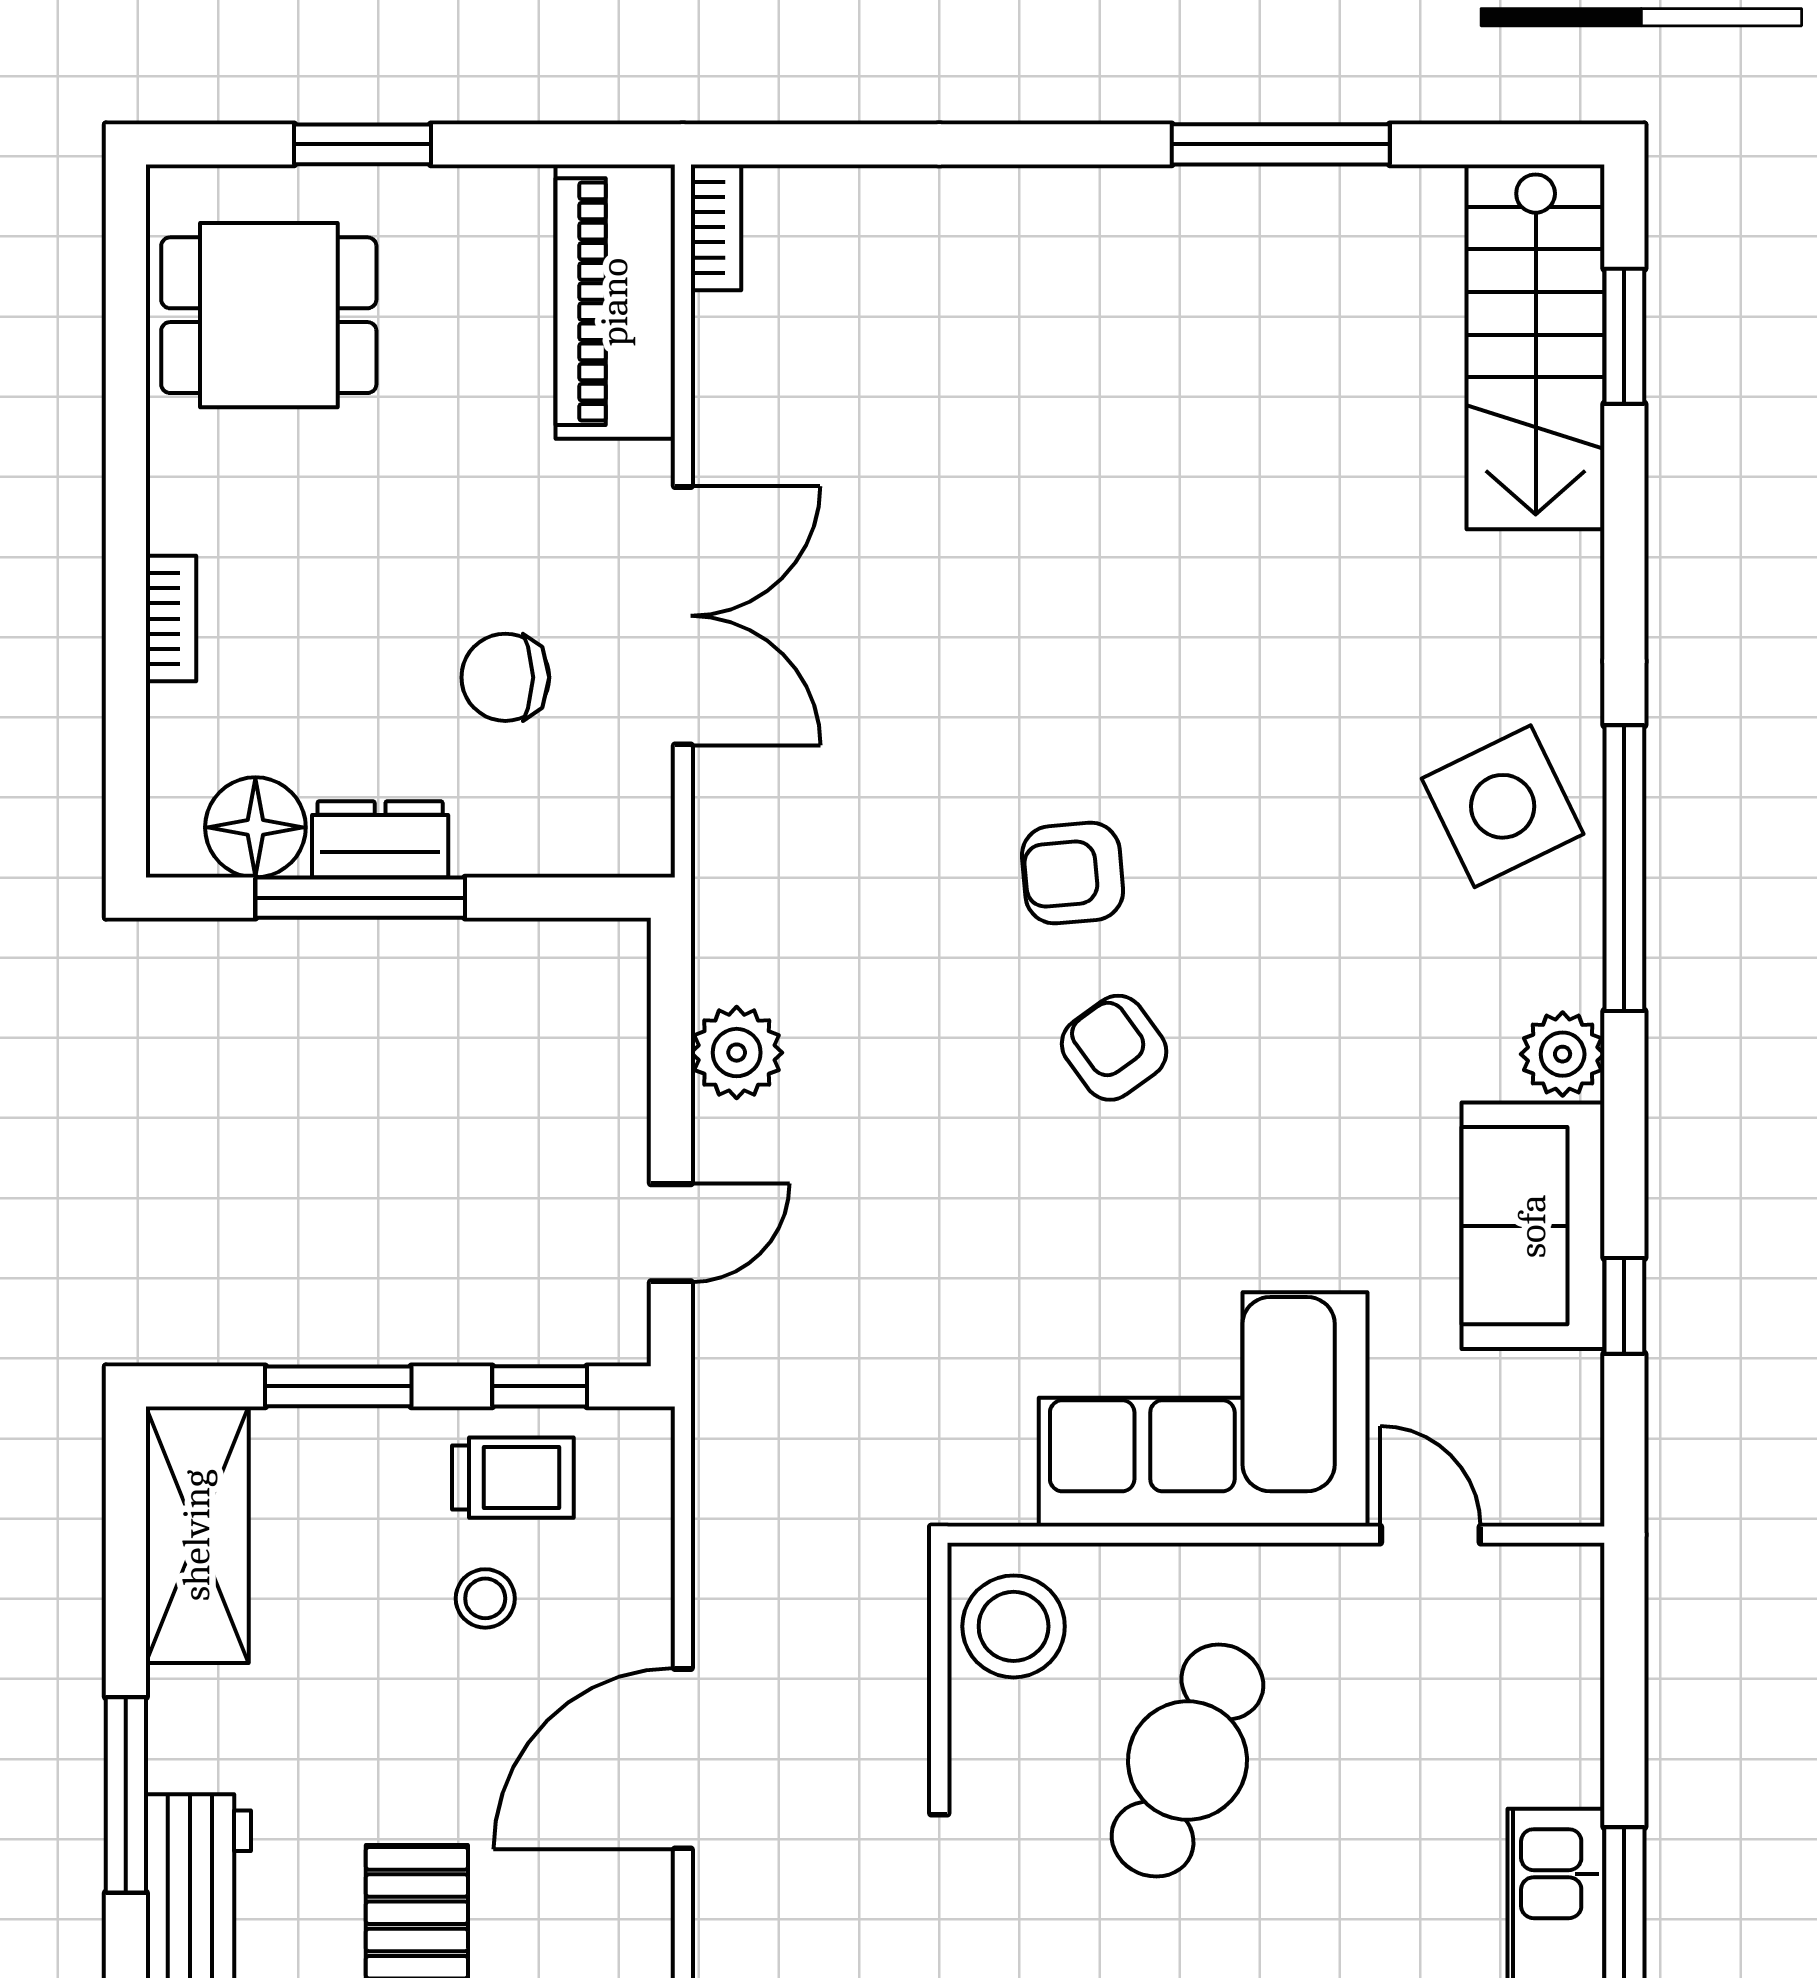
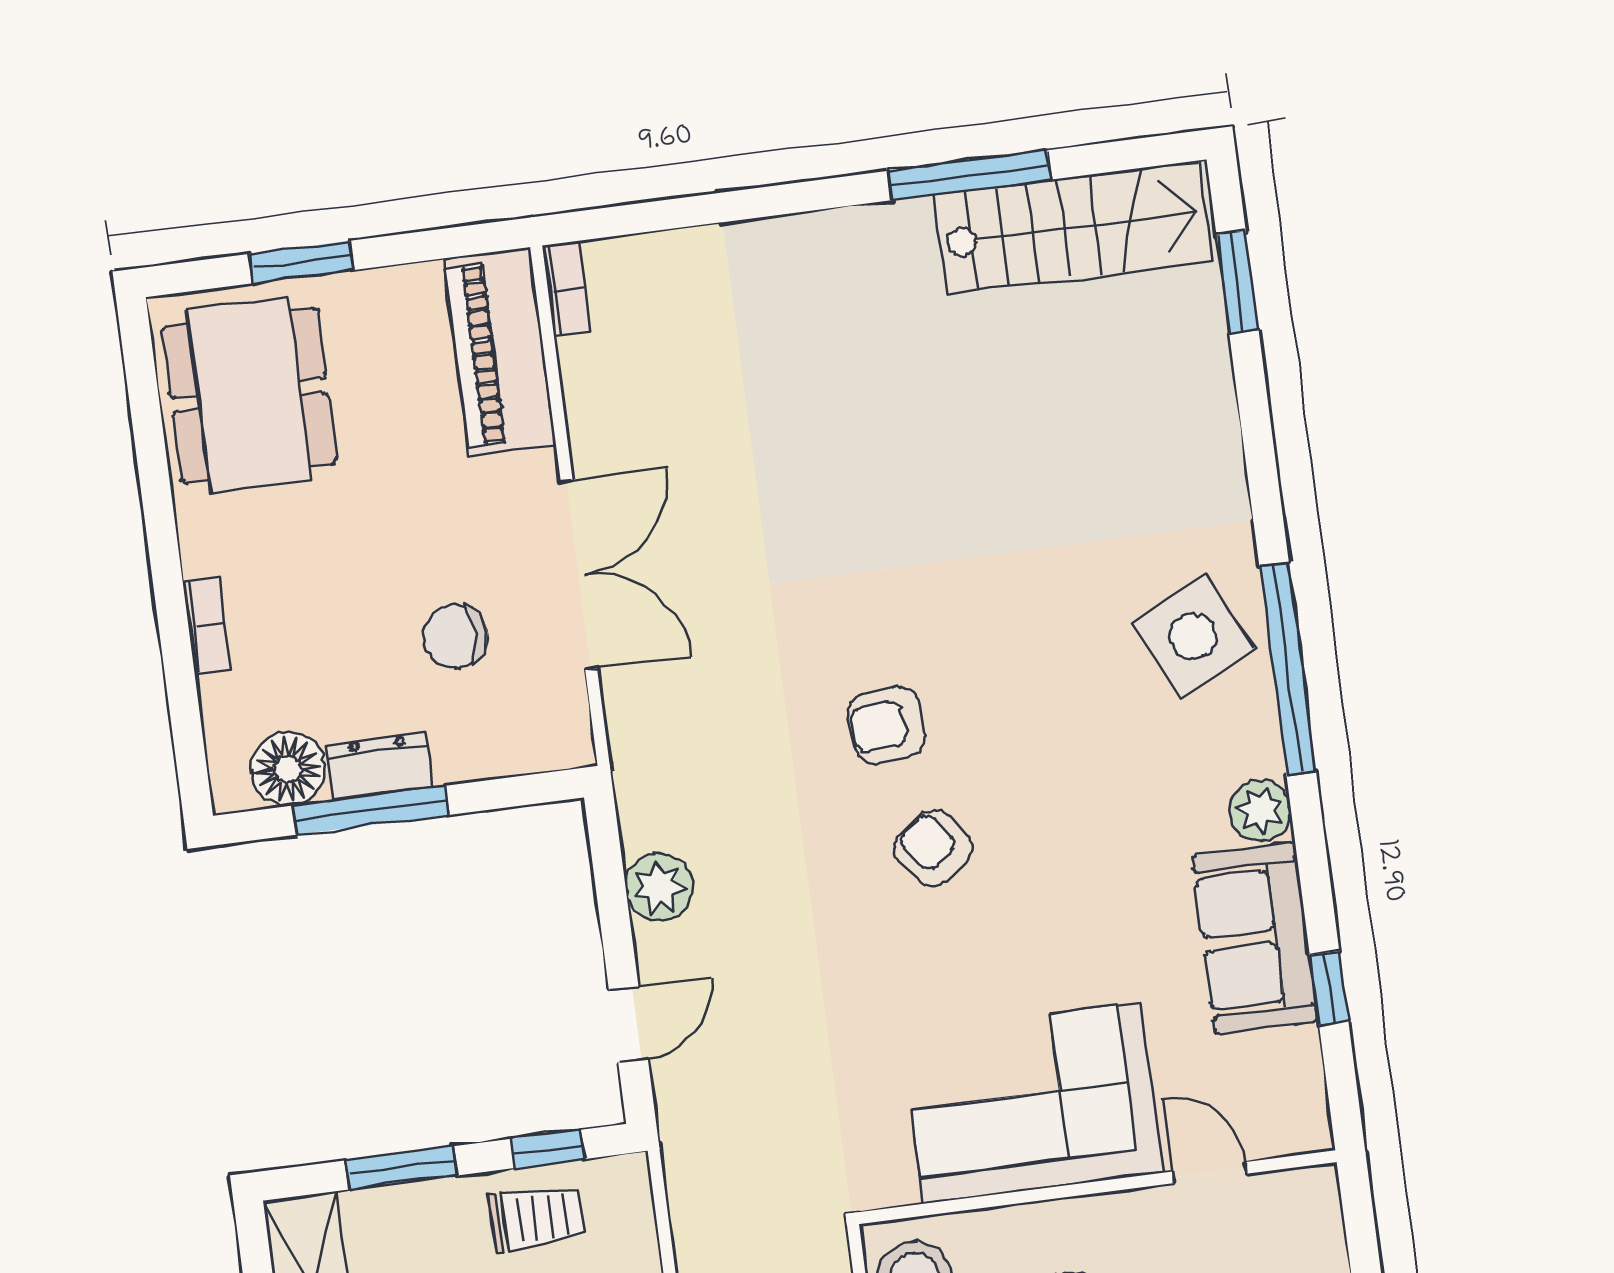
dining table: (269, 315) -> (249, 395), width x1.37
stairs: (1536, 347) -> (1073, 228), moved, turned -90

